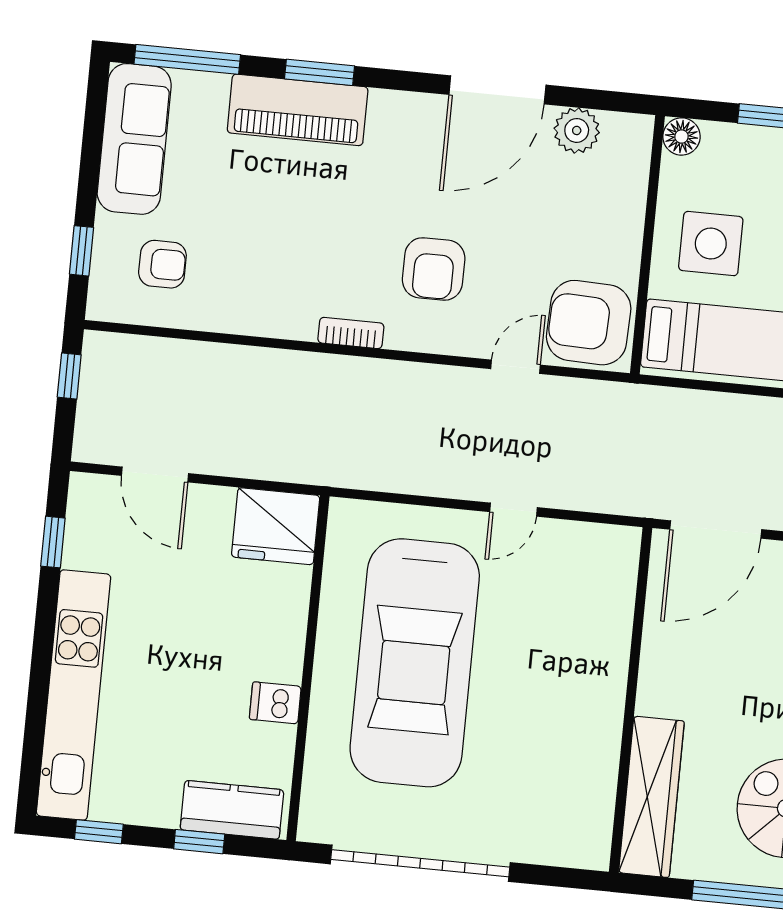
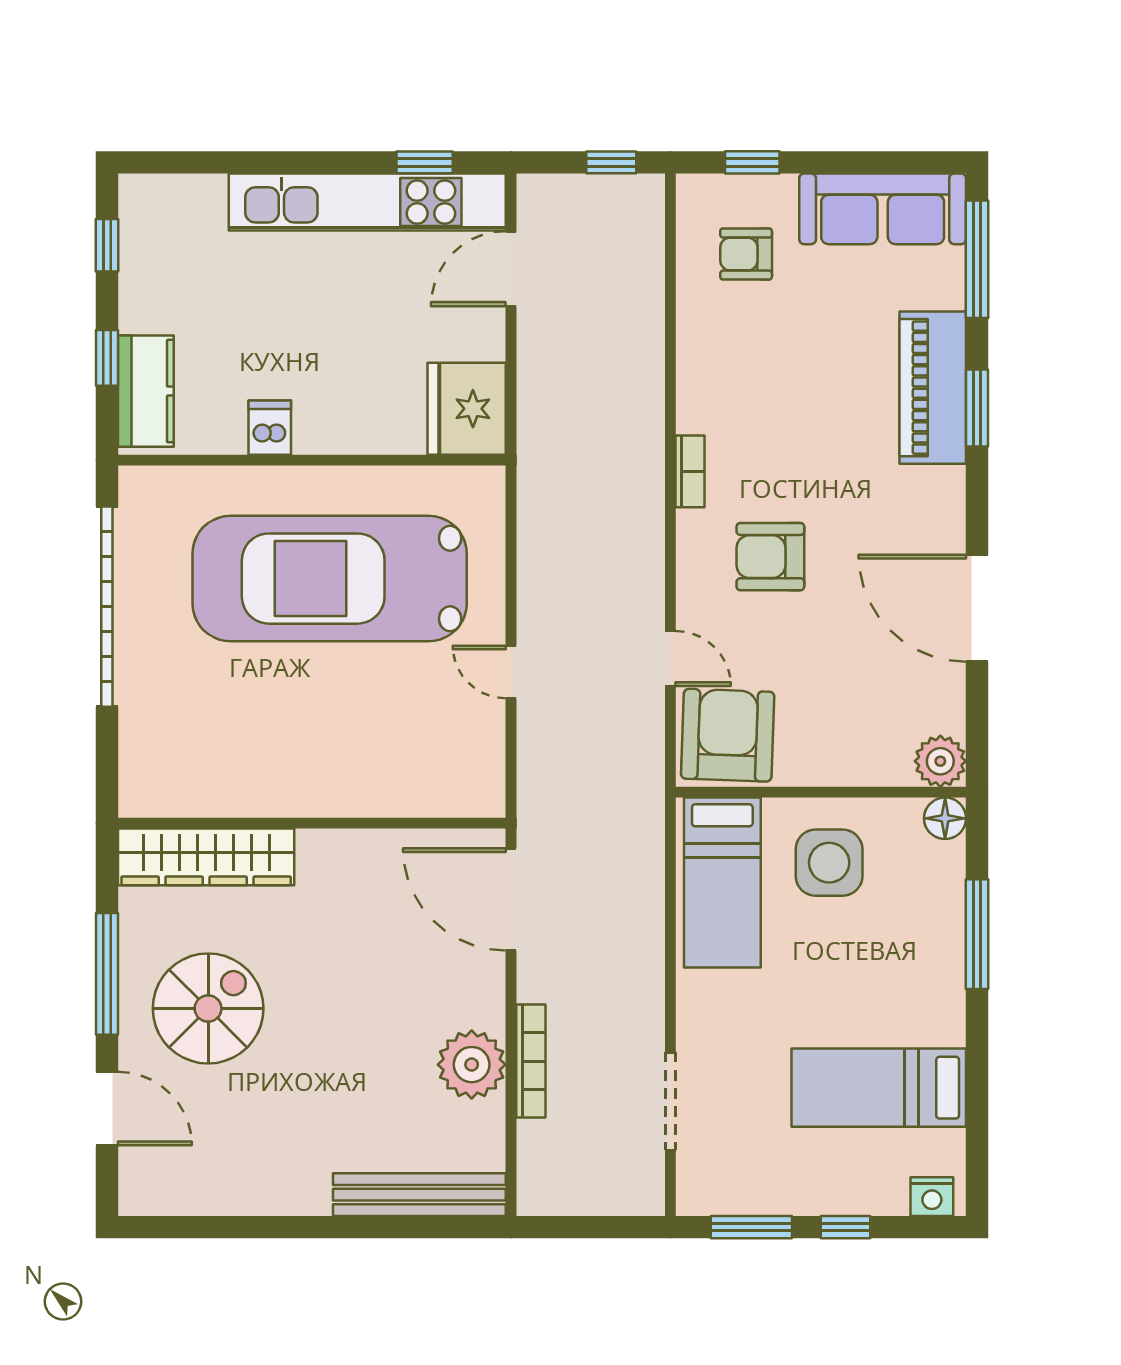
plant: (577, 130) -> (940, 761), moved
armchair: (162, 264) -> (746, 254), turned 90
kitchen unit: (74, 695) -> (367, 202), moved

